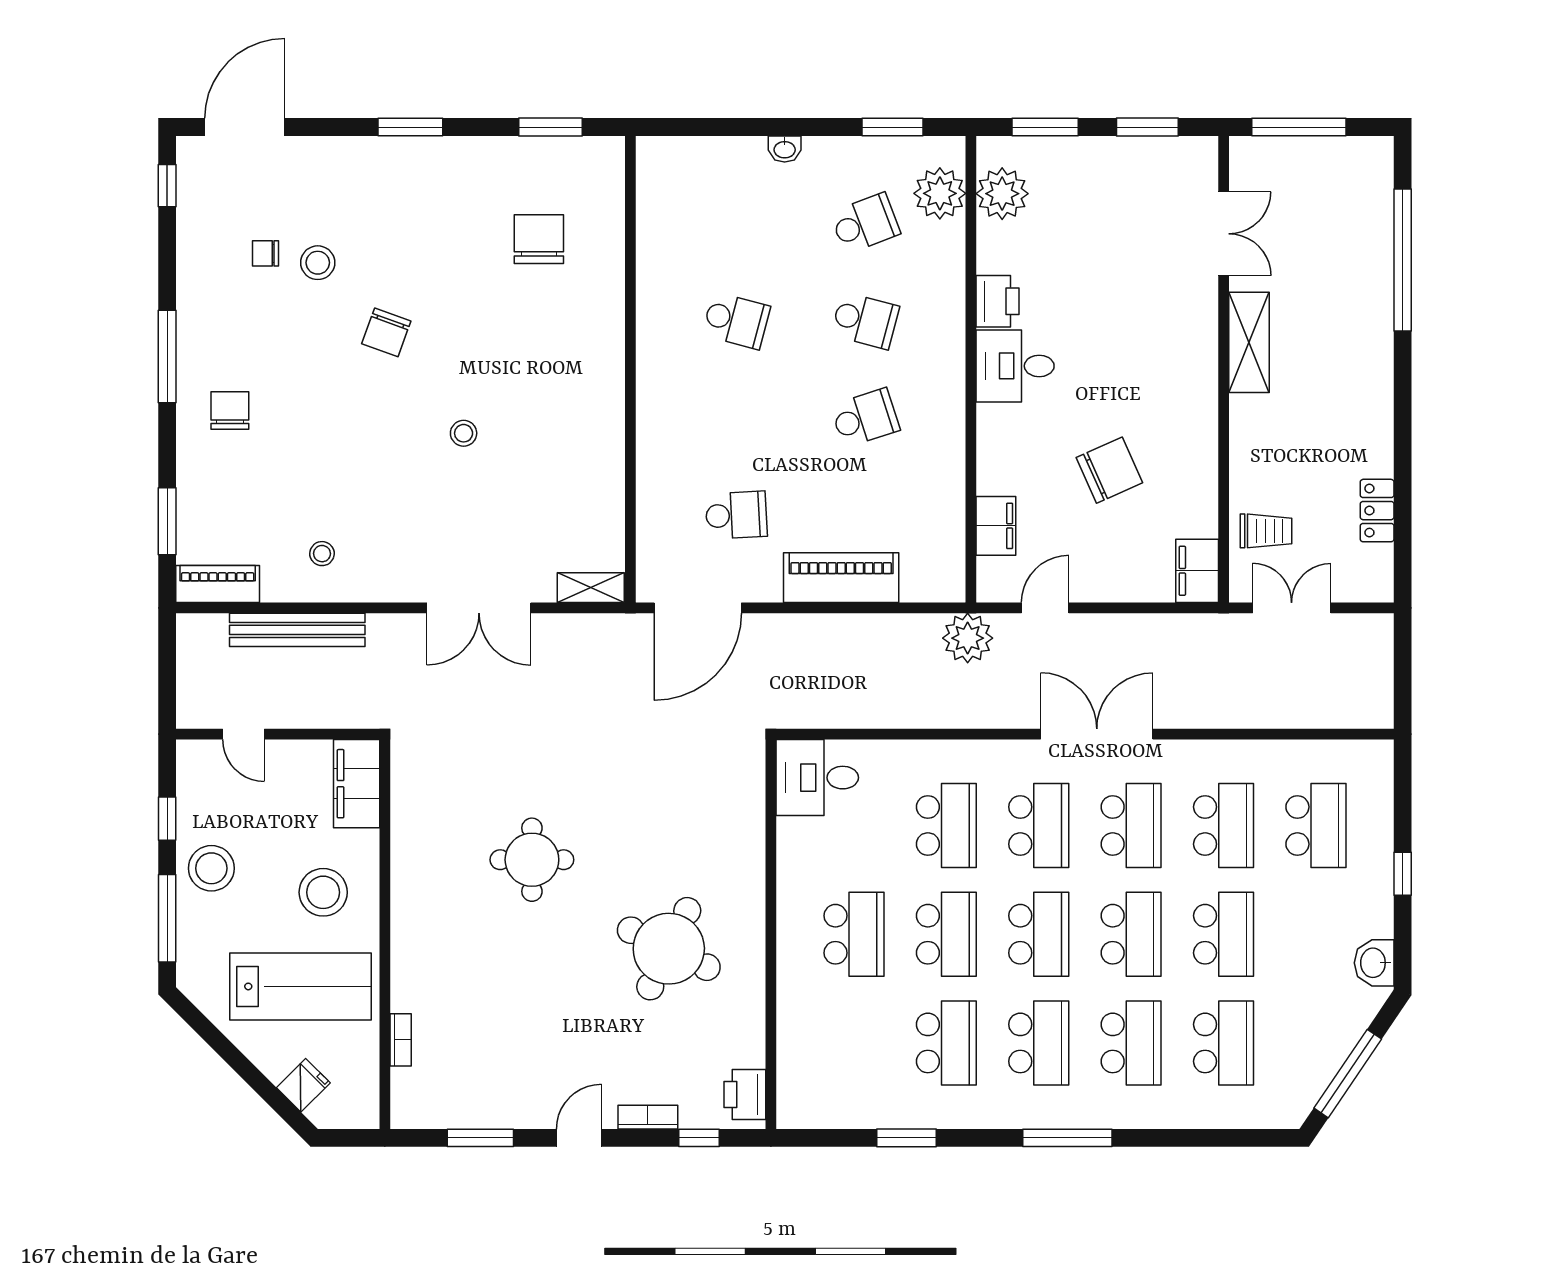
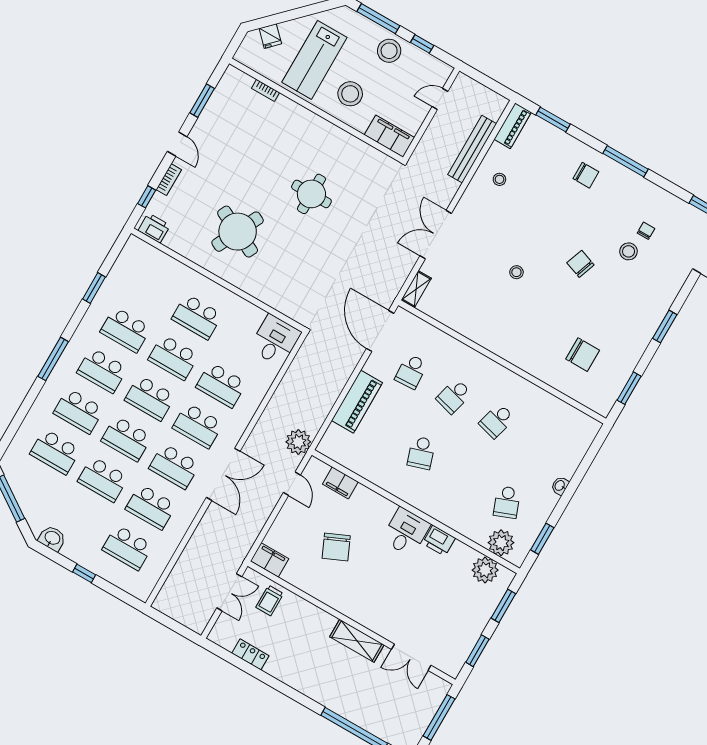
school desk: (865, 321) -> (454, 396), moved

